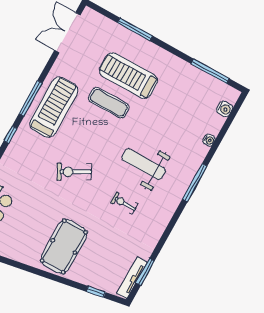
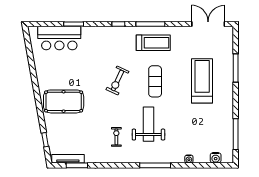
exercise mat: (109, 103) -> (155, 81), moved
treadmill: (54, 107) -> (153, 43), width x0.73, depth x0.73
exercise bike: (74, 172) -> (117, 80), turned -126
exercise bike: (124, 203) -> (116, 137), moved

